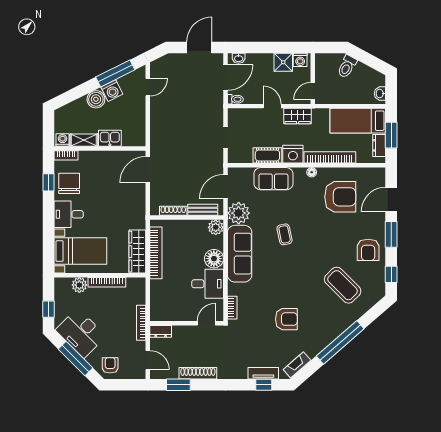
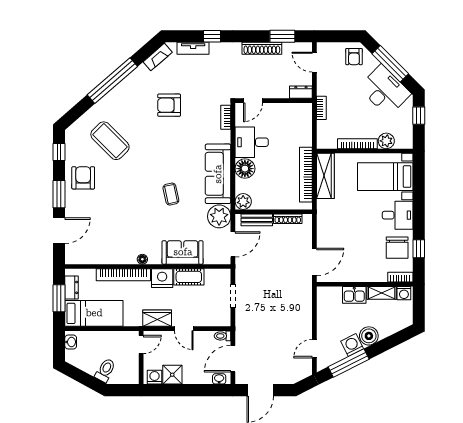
armchair: (340, 197) -> (112, 233), removed
bookcase: (141, 323) -> (321, 108), width x0.64
window: (264, 385) -> (212, 36), moved

